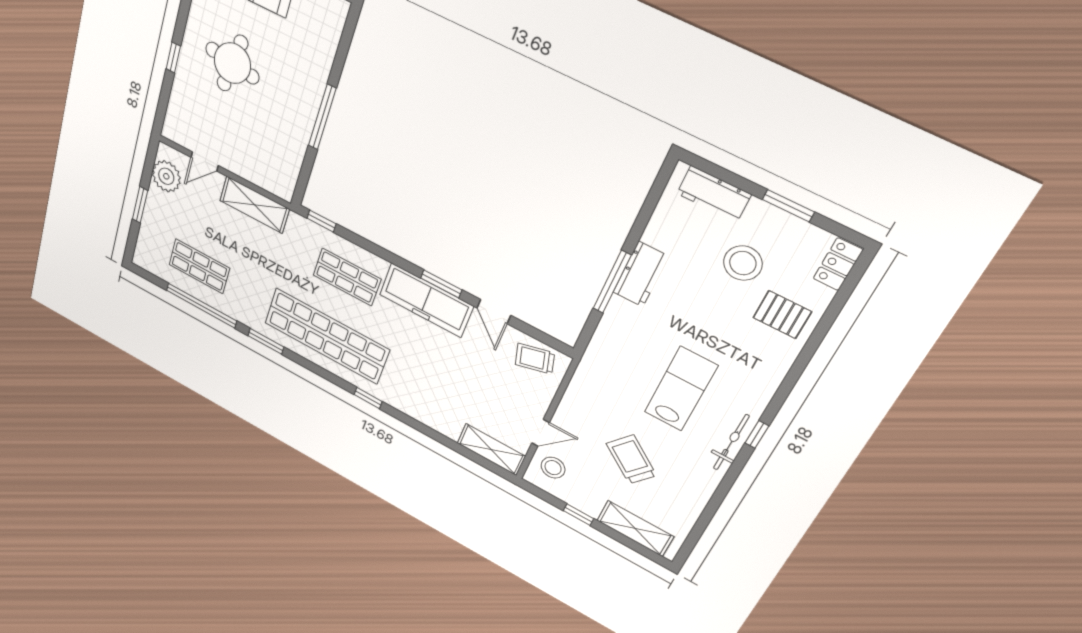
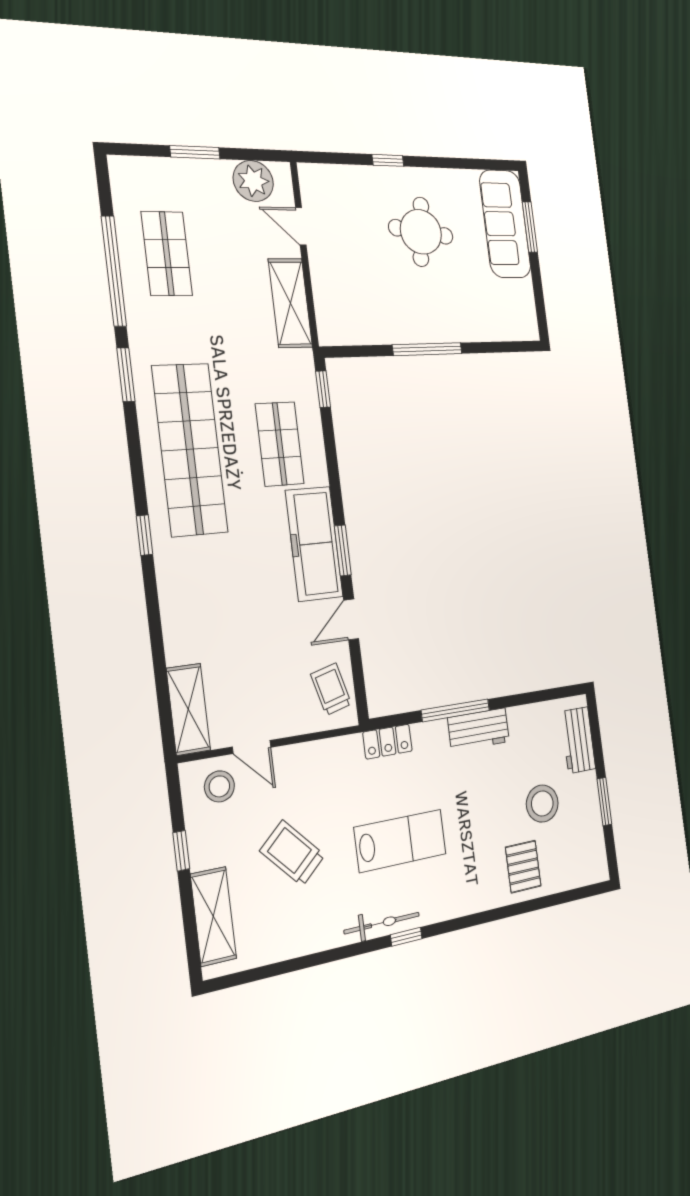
locker: (838, 264) -> (388, 742), moved, turned 180
trolley: (631, 459) -> (293, 853), turned -81

